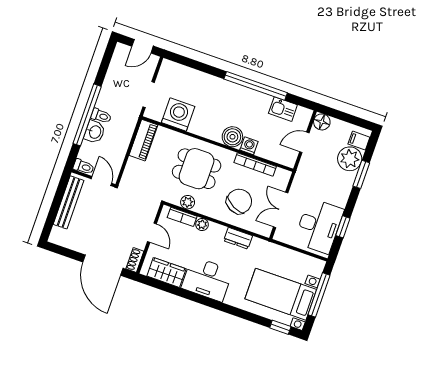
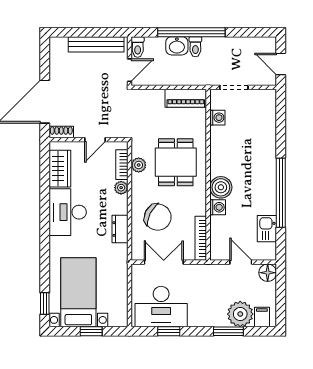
washing machine: (178, 115) -> (217, 118), width x0.53, depth x0.53
bookcase: (255, 165) -> (201, 238), moved
window: (319, 295) -> (91, 331), width x0.46

